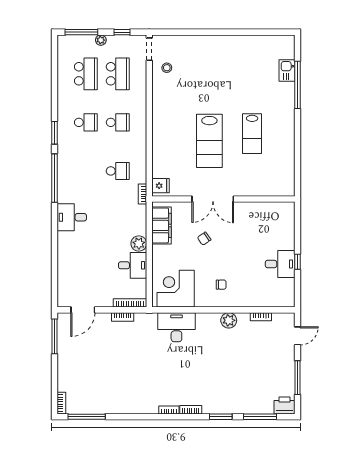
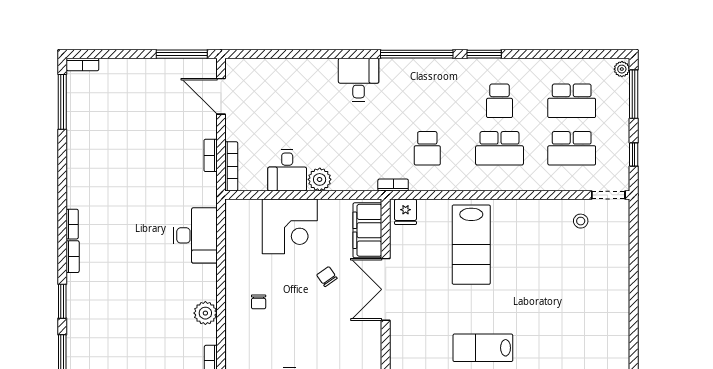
plant: (101, 40) -> (622, 69), moved
school desk: (118, 122) -> (499, 148), width x1.85
lab bench: (209, 141) -> (471, 245), moved, turned -90
filing cabinet: (162, 225) -> (367, 230), moved, turned 90
corner desk: (176, 289) -> (290, 226), moved, turned 90

